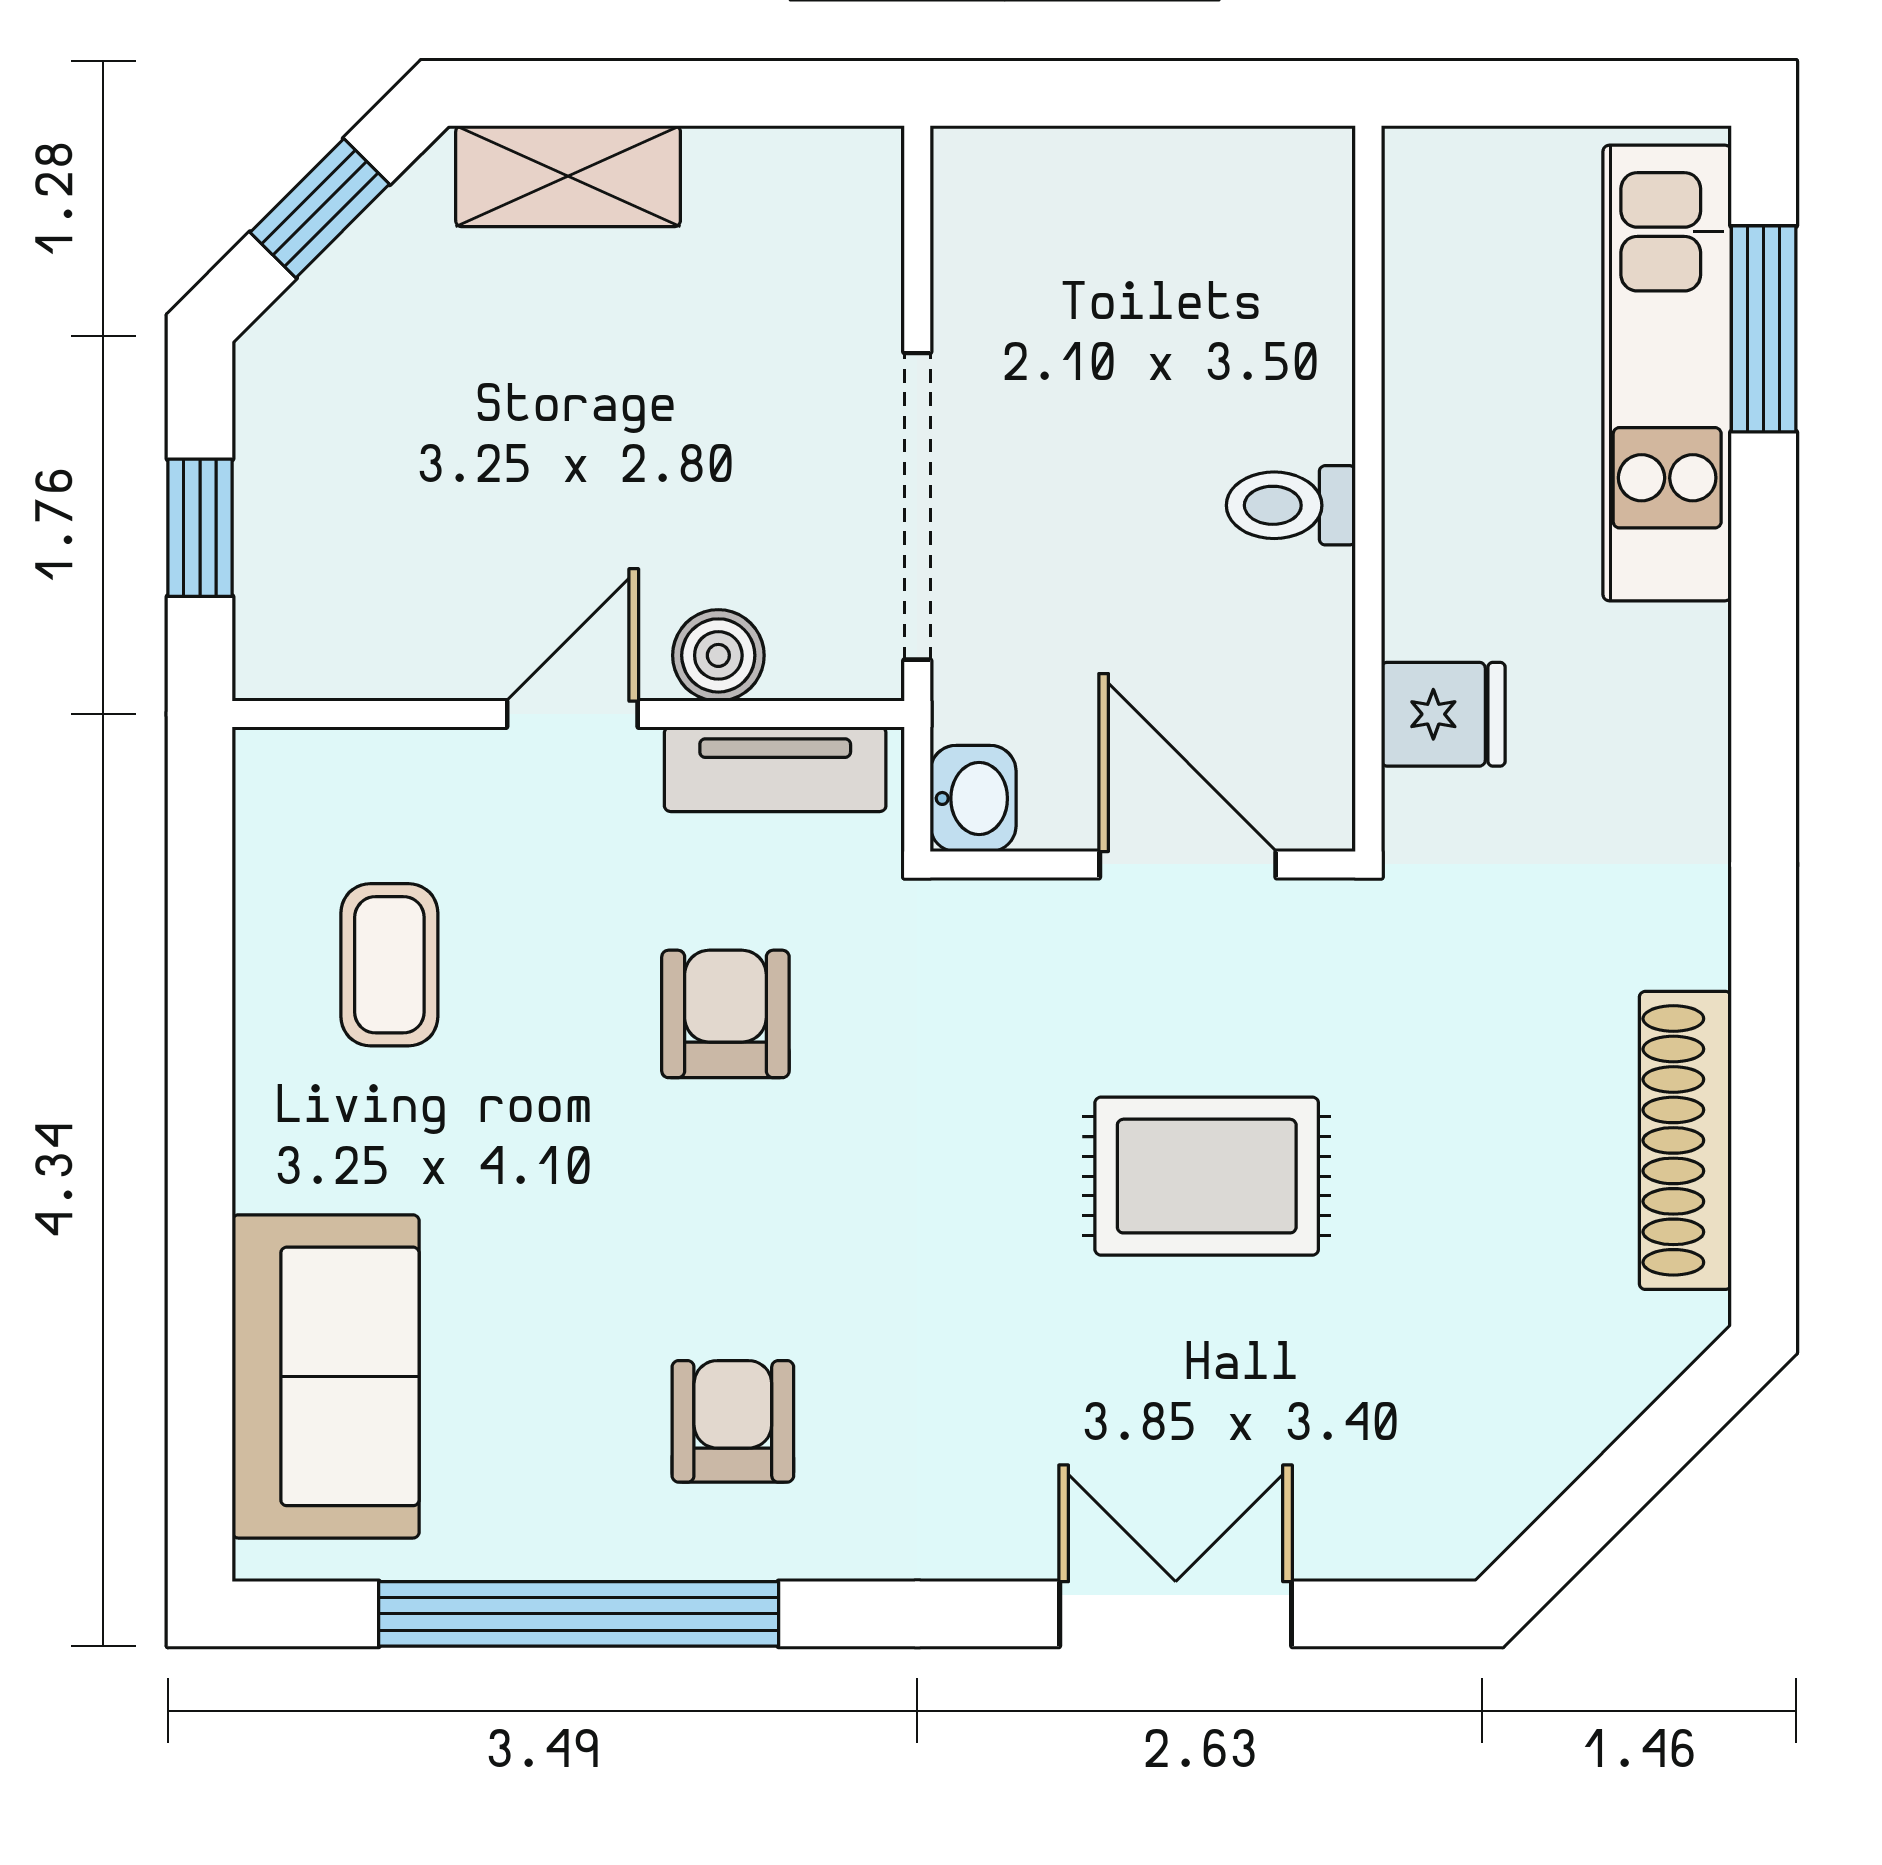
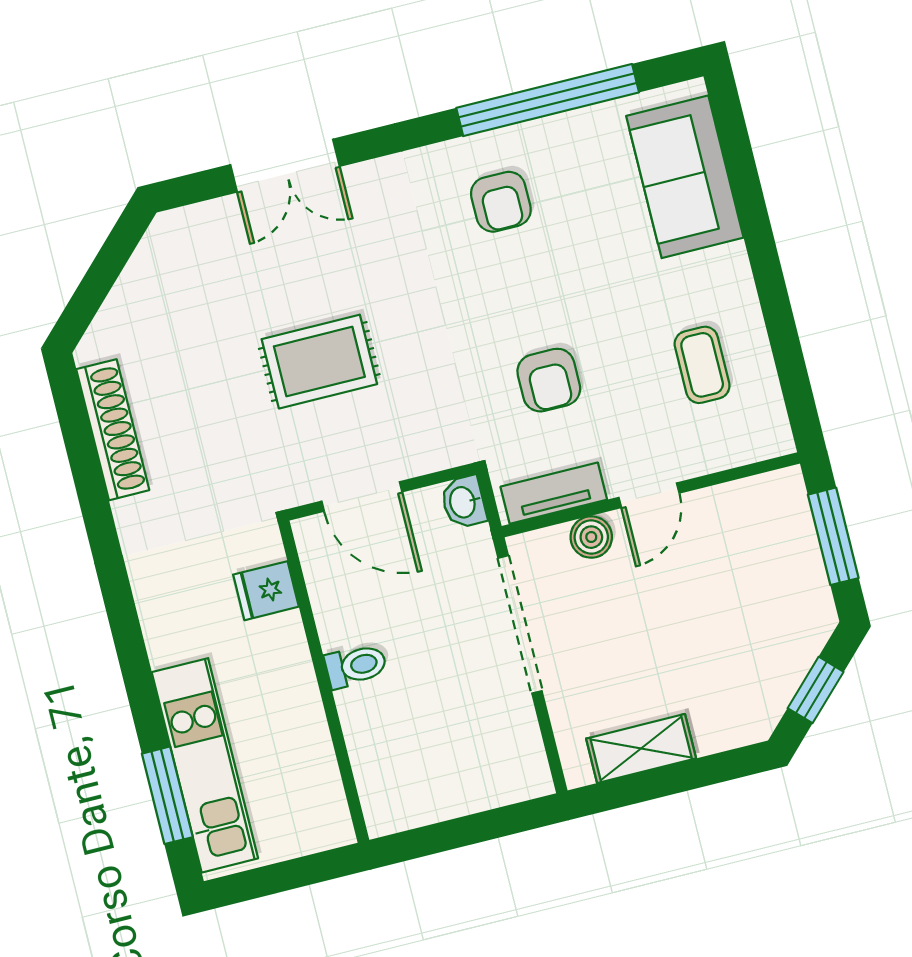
shelving: (568, 176) -> (641, 749), moved
window: (200, 528) -> (833, 536), width x1.50

